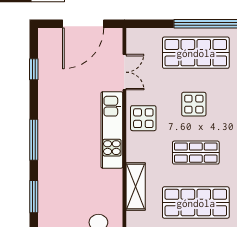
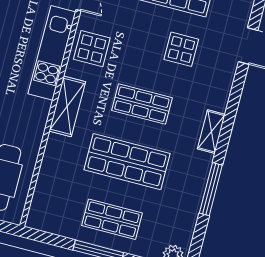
display table: (194, 104) -> (181, 49), moved
shelving: (136, 187) -> (67, 106), moved

